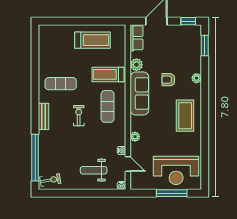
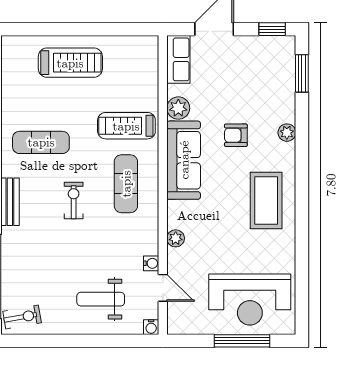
treadmill: (93, 40) -> (70, 63), moved

